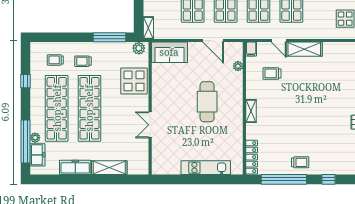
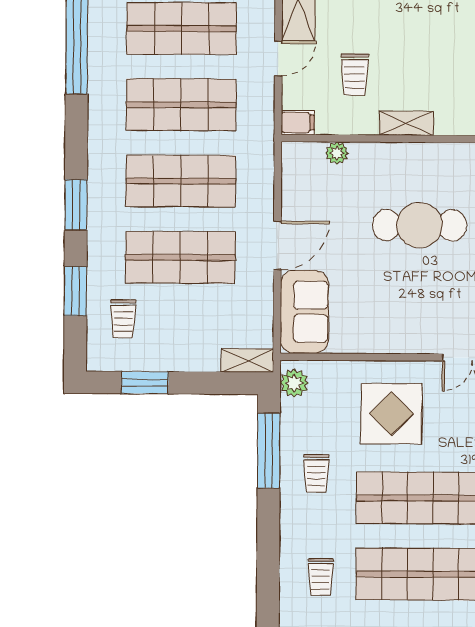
door: (213, 41) -> (277, 245), moved
trolley: (83, 61) -> (316, 473), moved
display table: (134, 81) -> (391, 414), moved
shelving: (251, 111) -> (406, 123), moved

